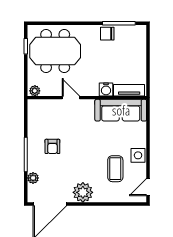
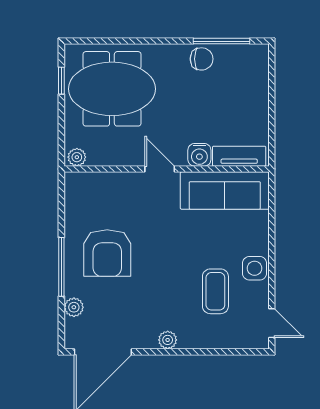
chair: (107, 34) -> (202, 59), turned 180
door: (71, 98) -> (160, 169), moved
armchair: (52, 146) -> (107, 253), width x1.88, depth x1.88
door: (148, 187) -> (272, 323), swing flipped
plant: (83, 192) -> (168, 340), width x0.53, depth x0.53

